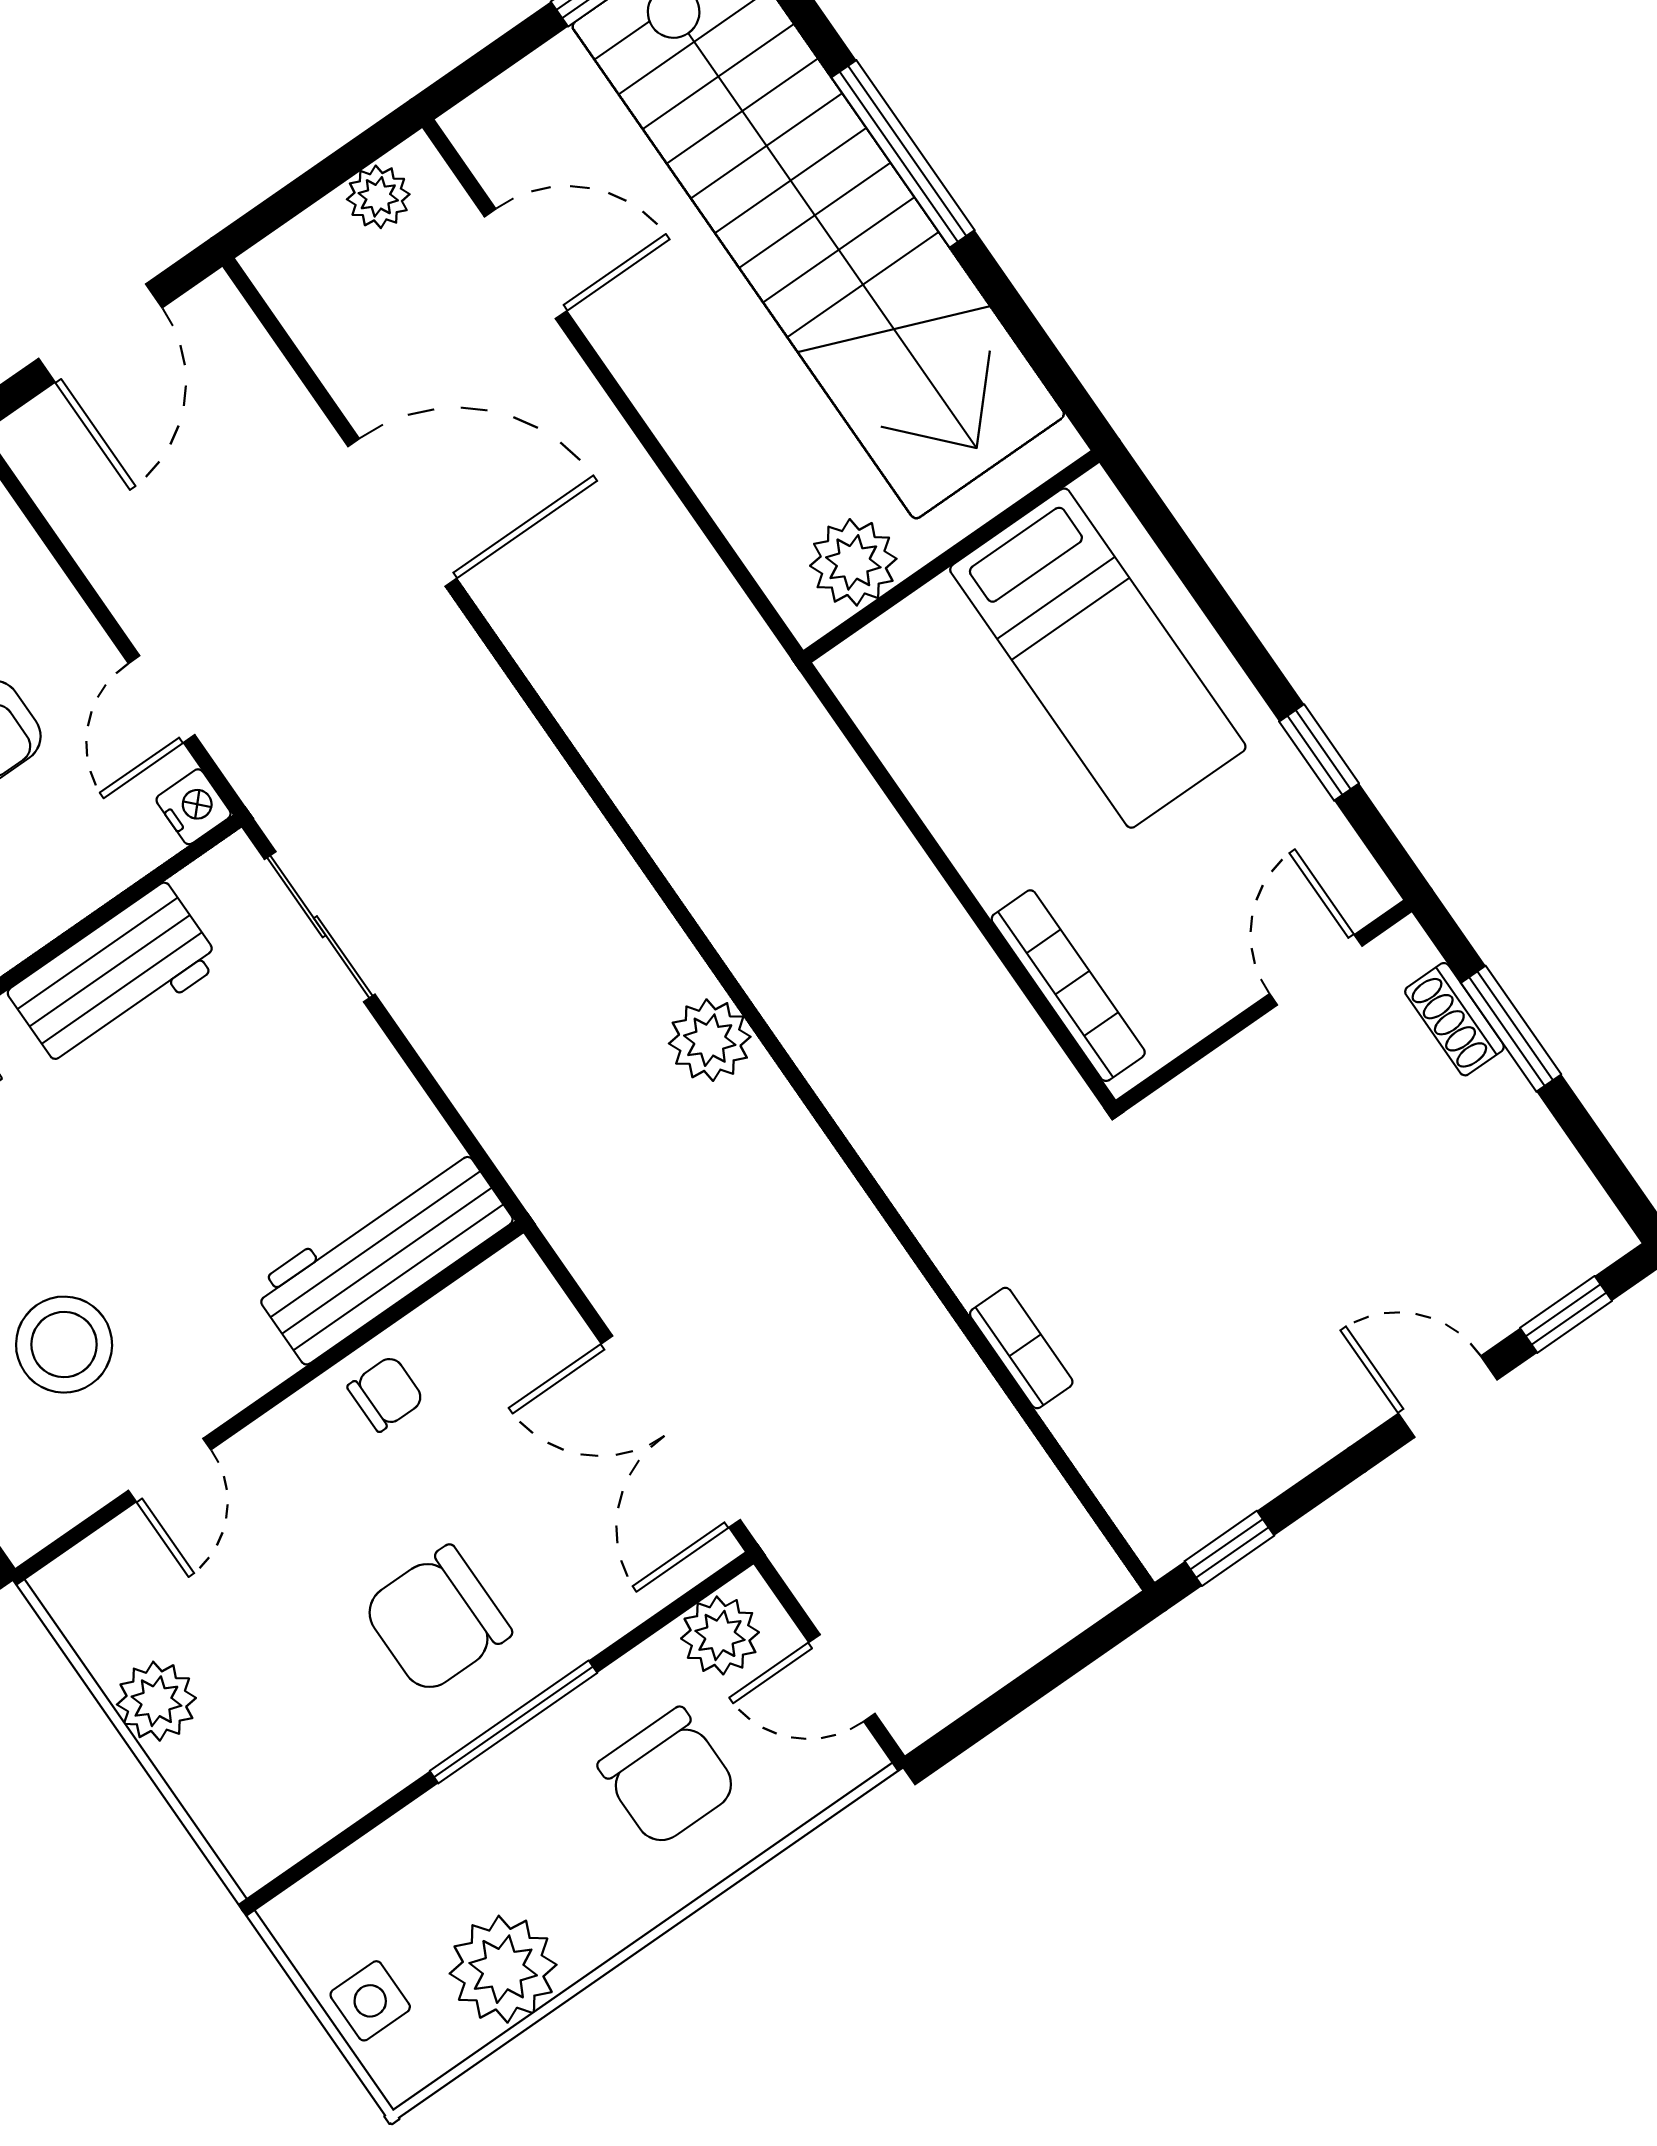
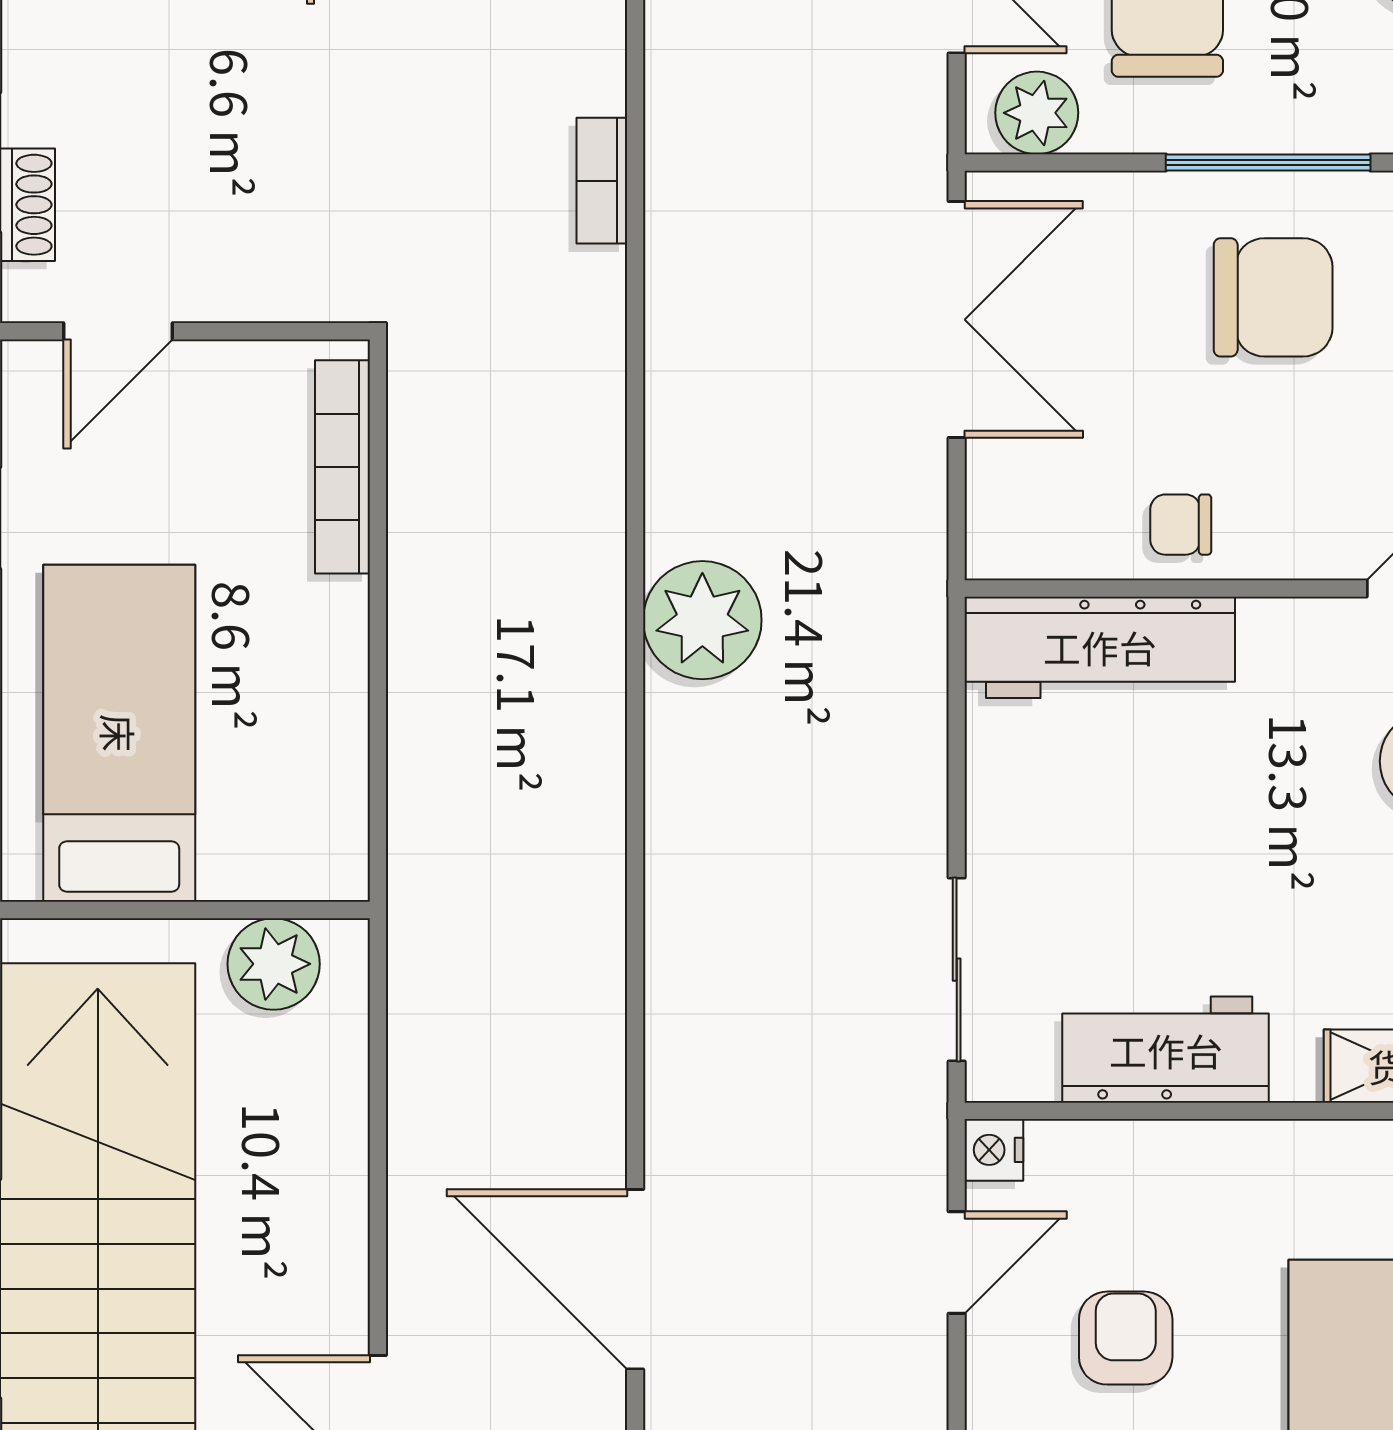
plant: (710, 1040) -> (702, 620), width x1.36, depth x1.36

